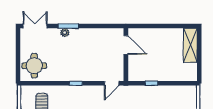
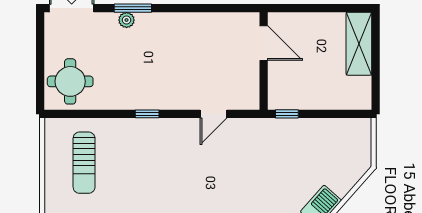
door: (126, 45) -> (264, 43), moved
wall: (126, 55) -> (264, 61), moved

